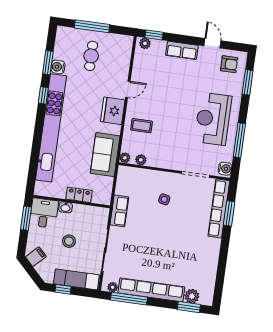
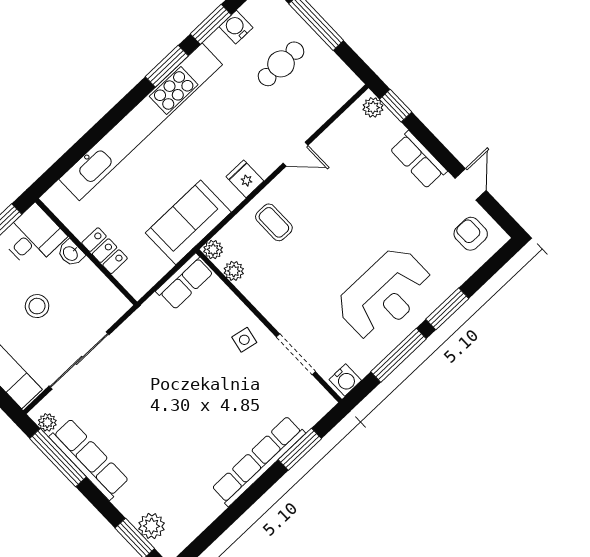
armchair: (229, 64) -> (471, 234), turned 180
water cooler: (58, 67) -> (236, 27), moved
window: (248, 82) -> (447, 309), moved
window: (43, 95) -> (167, 66), width x1.50
fridge: (113, 111) -> (245, 179), width x0.53, depth x0.75
reception desk: (213, 119) -> (385, 294), turned 180
side table: (164, 199) -> (244, 340), moved
row of seats: (219, 208) -> (258, 461), moved
row of seats: (119, 211) -> (185, 282), moved
row of seats: (151, 290) -> (89, 459), width x0.73

